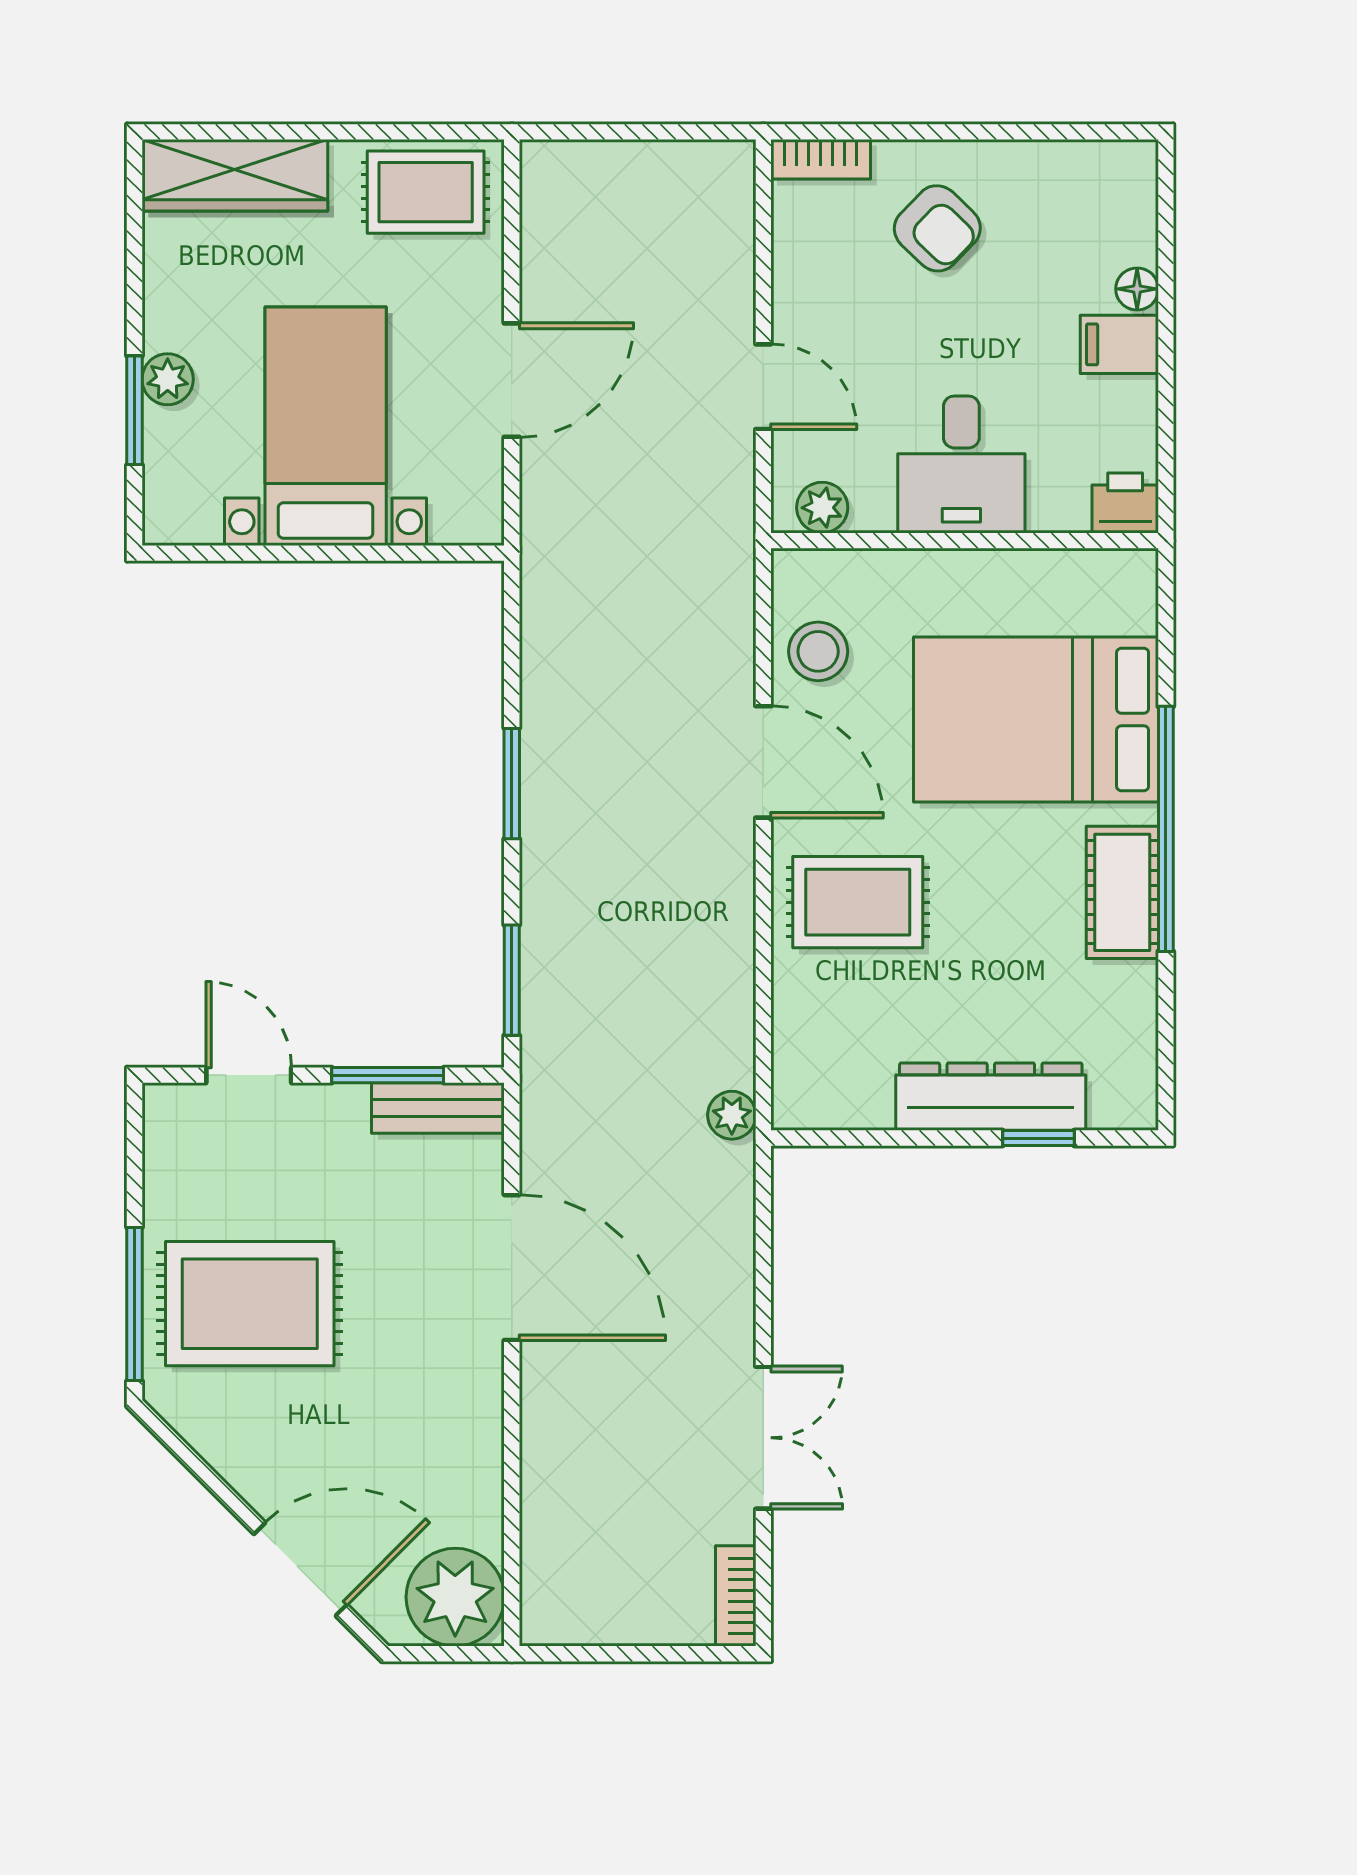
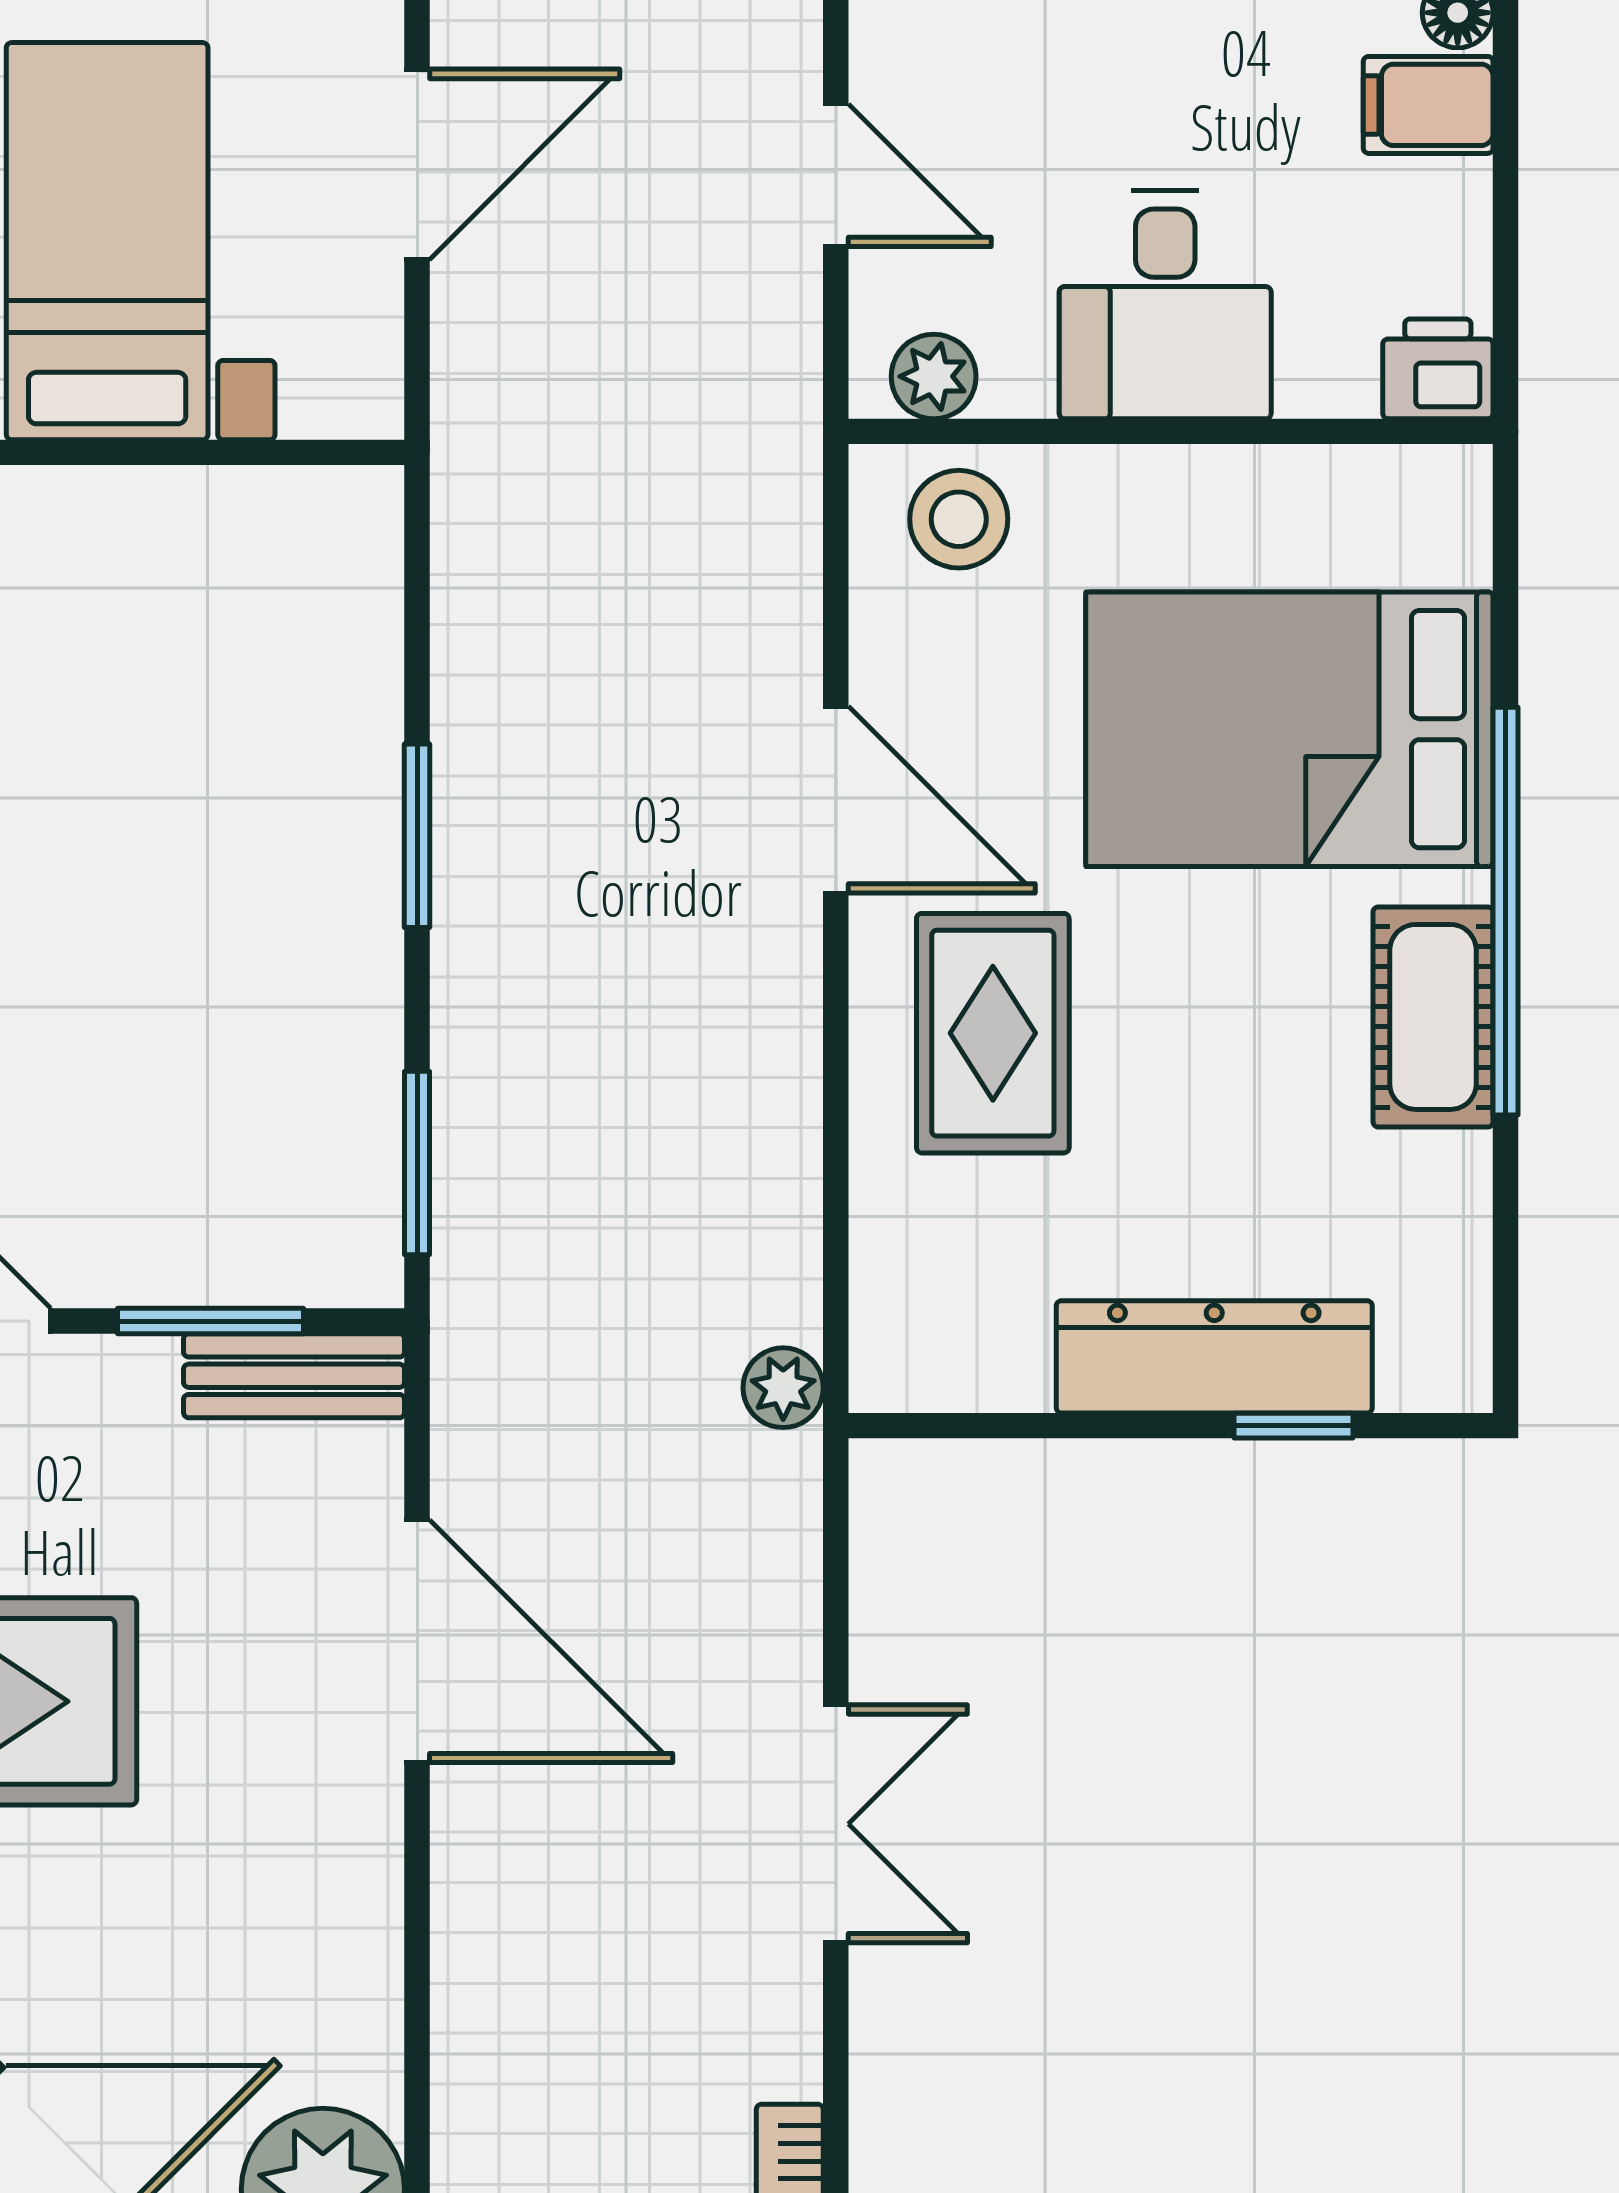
stool: (818, 651) -> (959, 519), moved
rug: (858, 902) -> (993, 1033), turned 90
double door: (763, 1438) -> (836, 1824), moved

